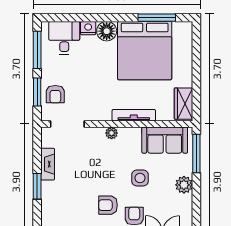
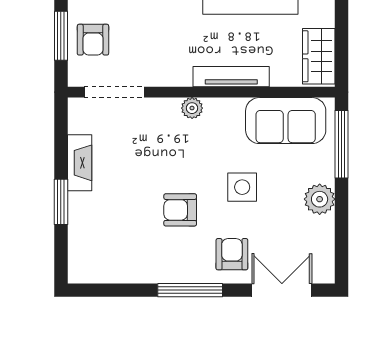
armchair: (108, 205) -> (180, 210), moved

